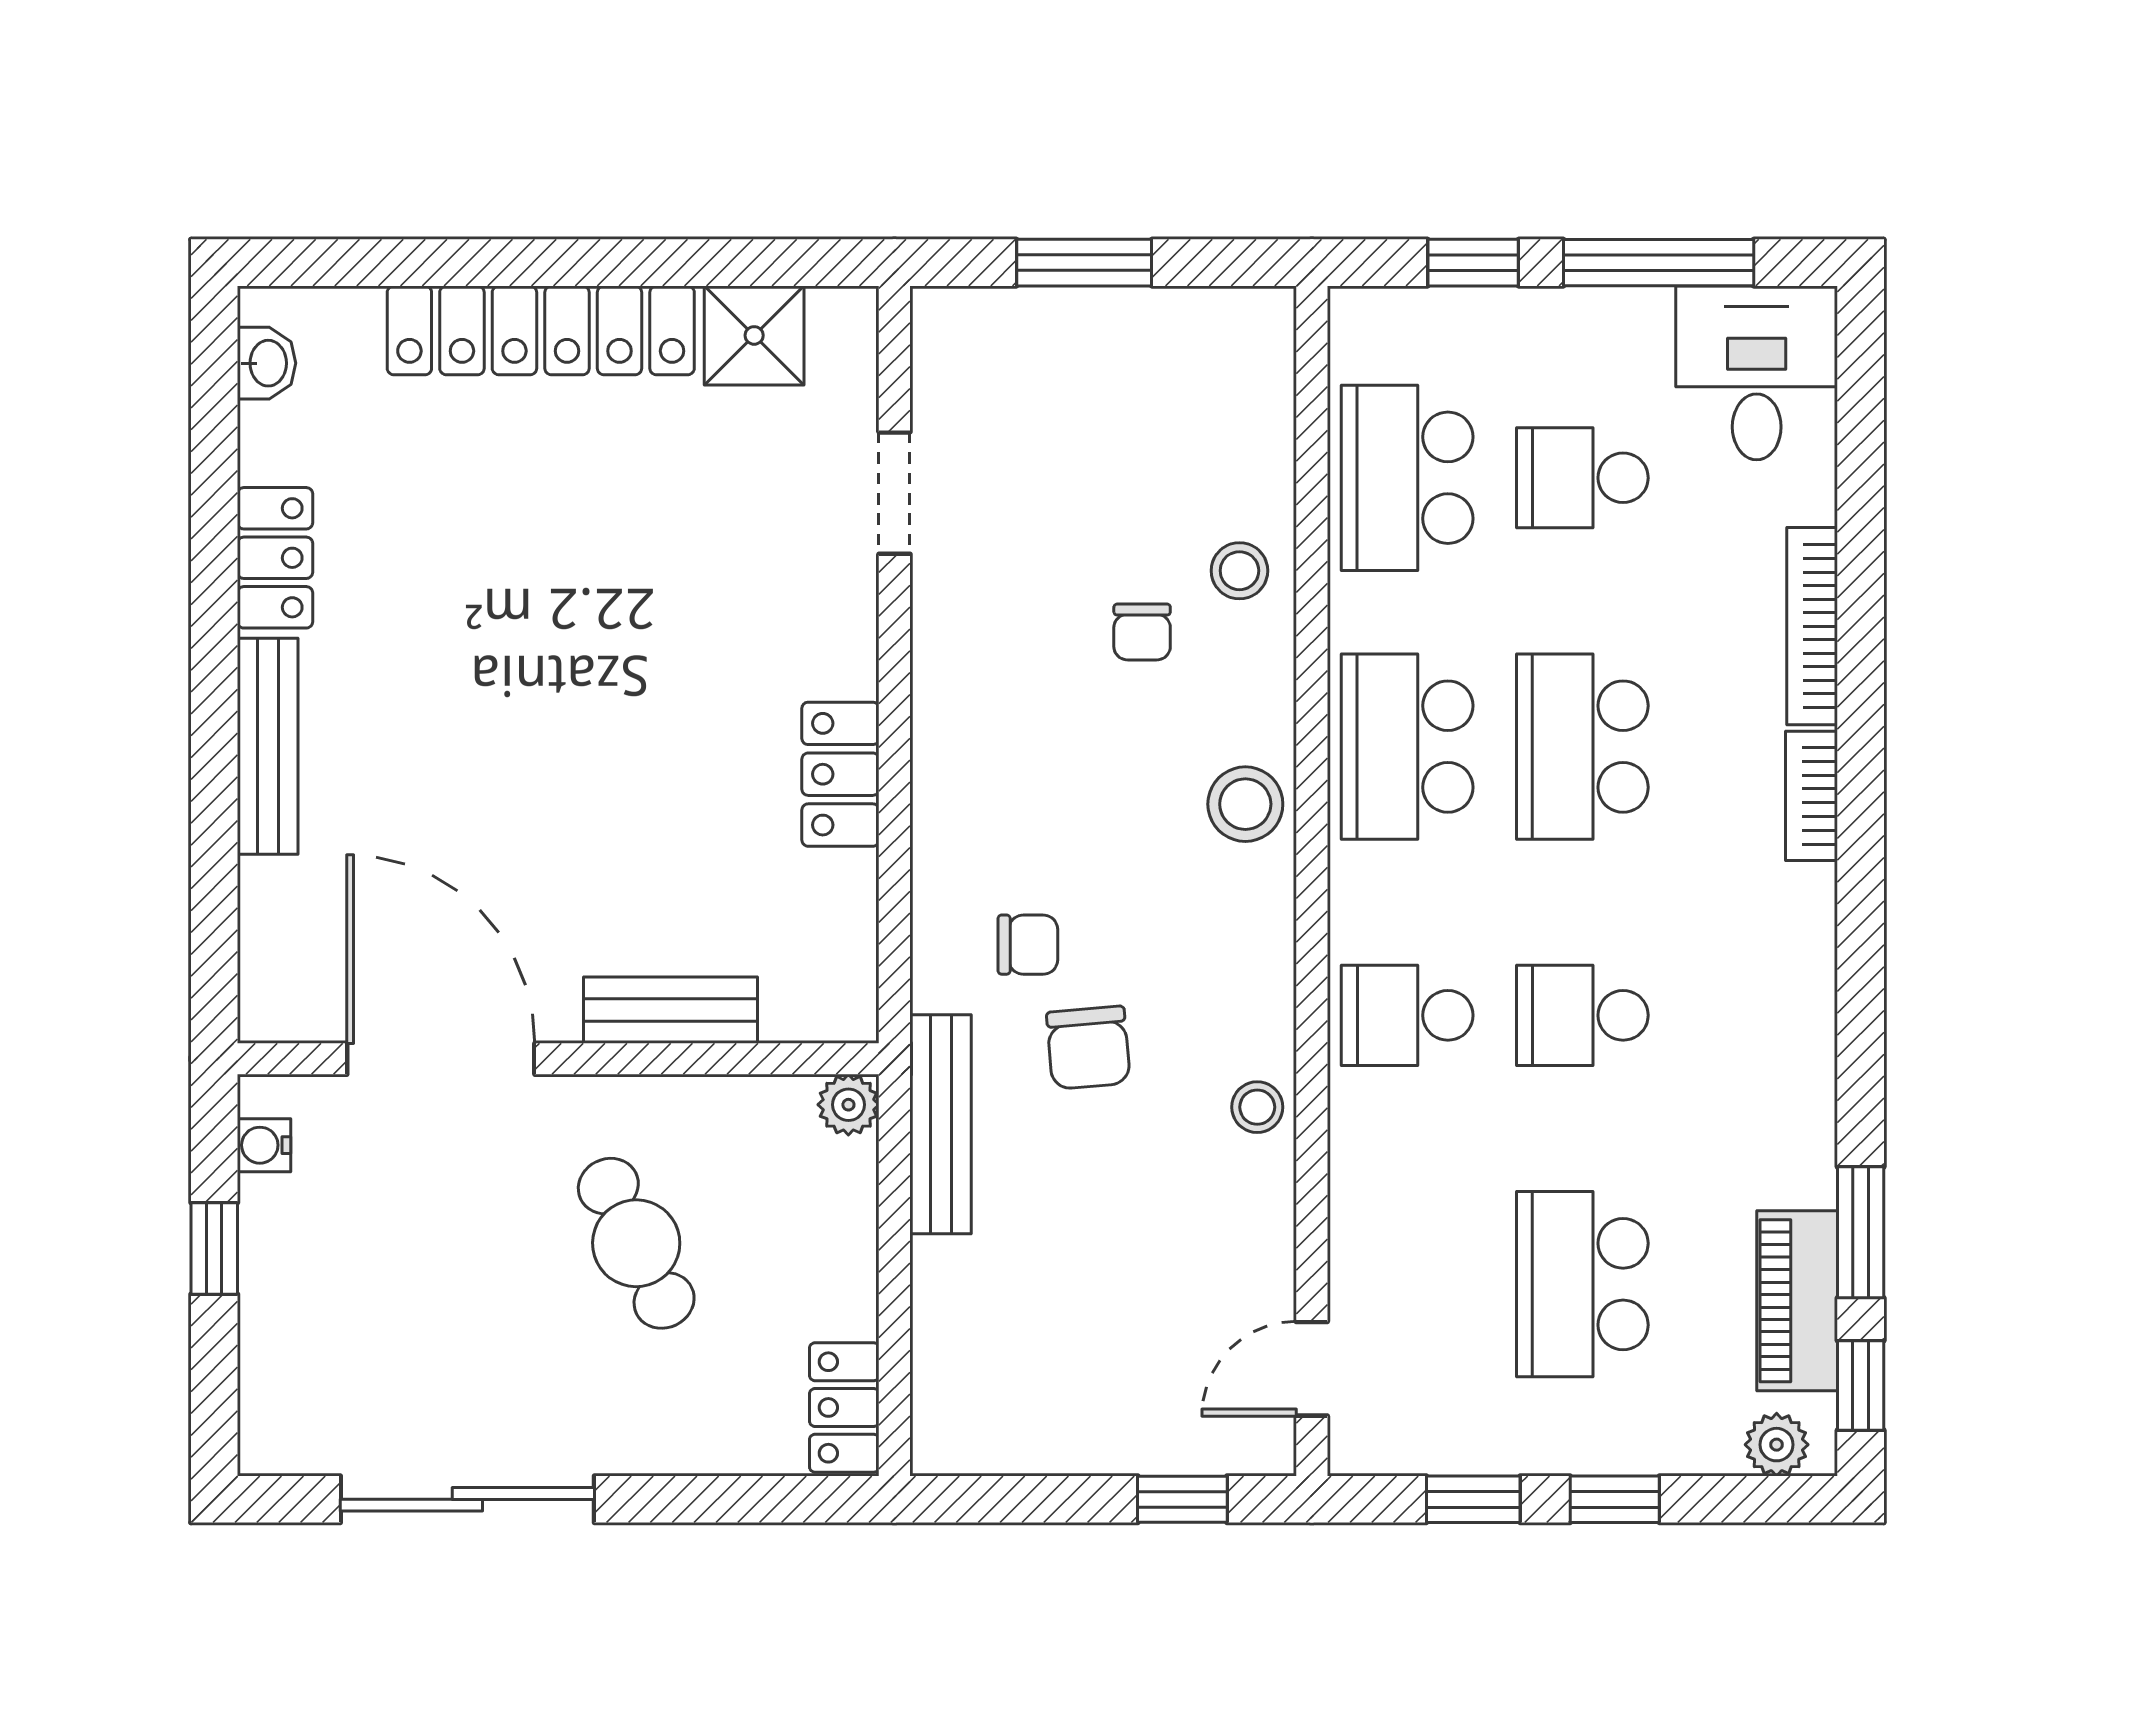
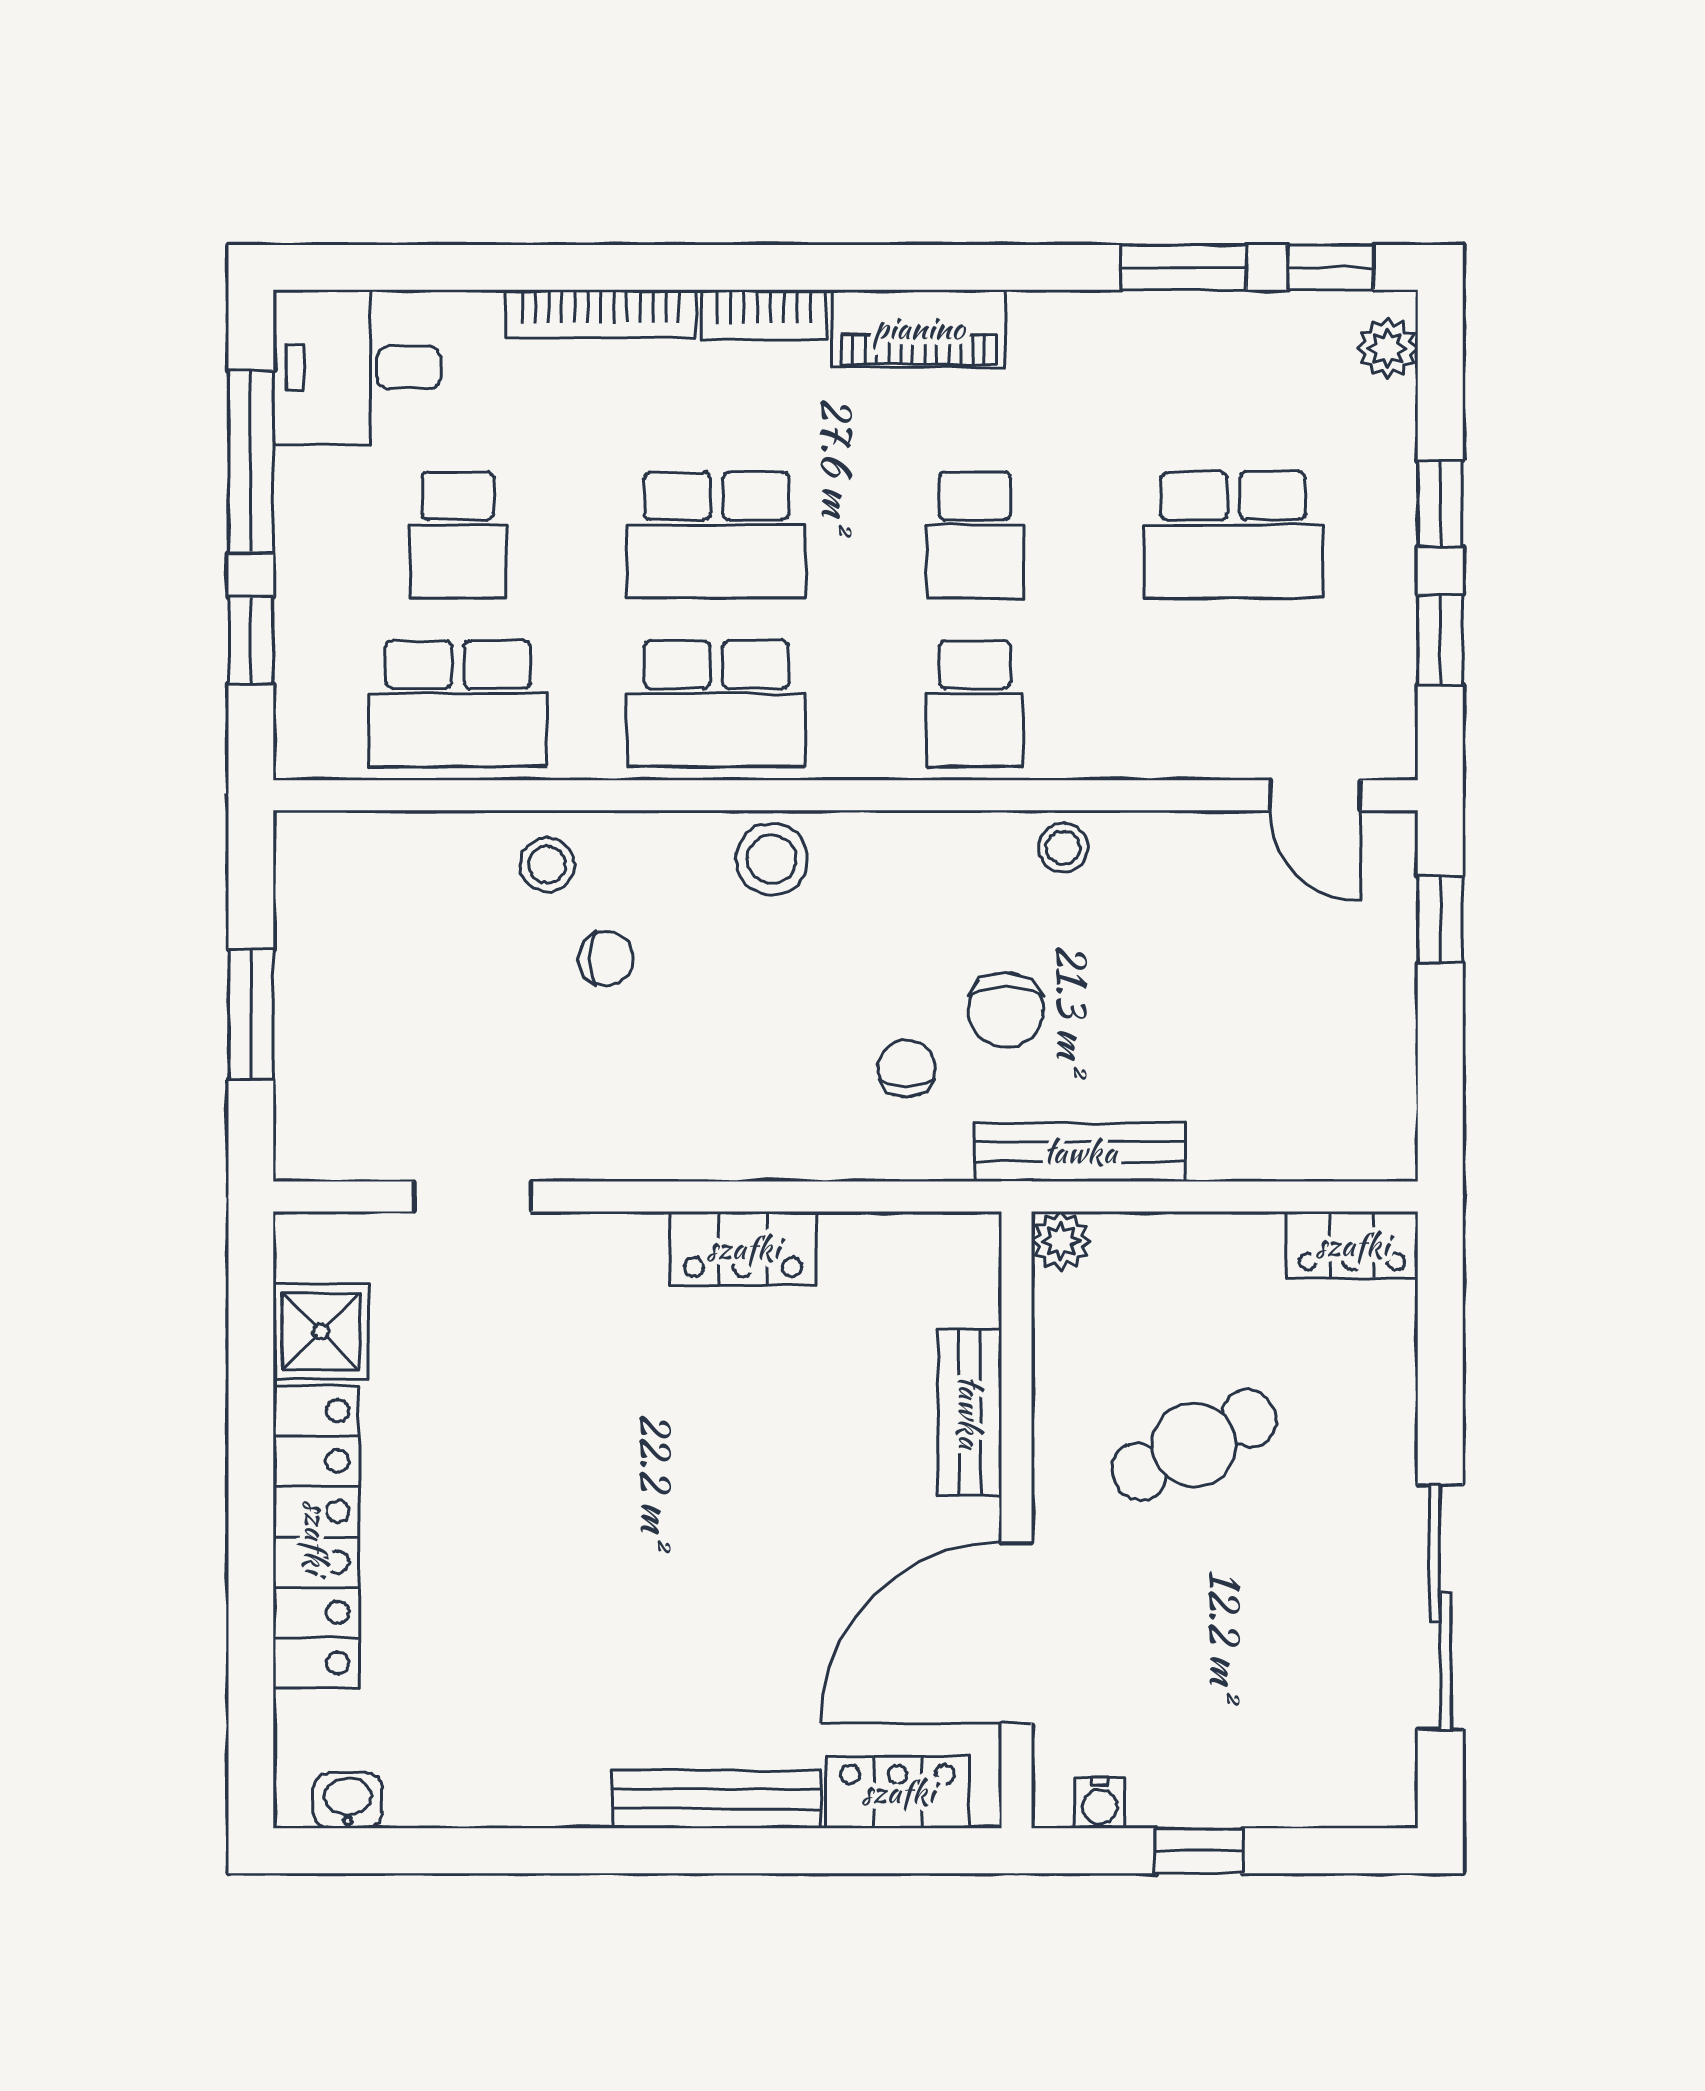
locker: (275, 558) -> (898, 1792), moved
chair: (1088, 1048) -> (1006, 1010), turned 95
piano: (1797, 1301) -> (919, 328), moved

